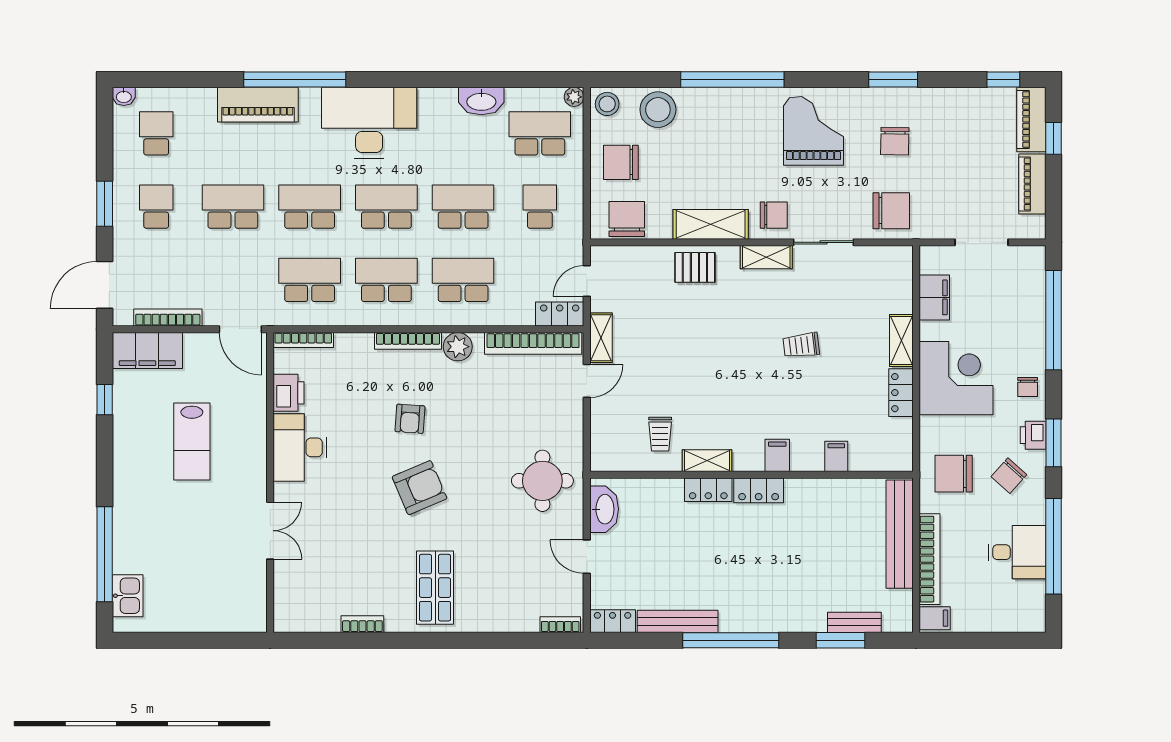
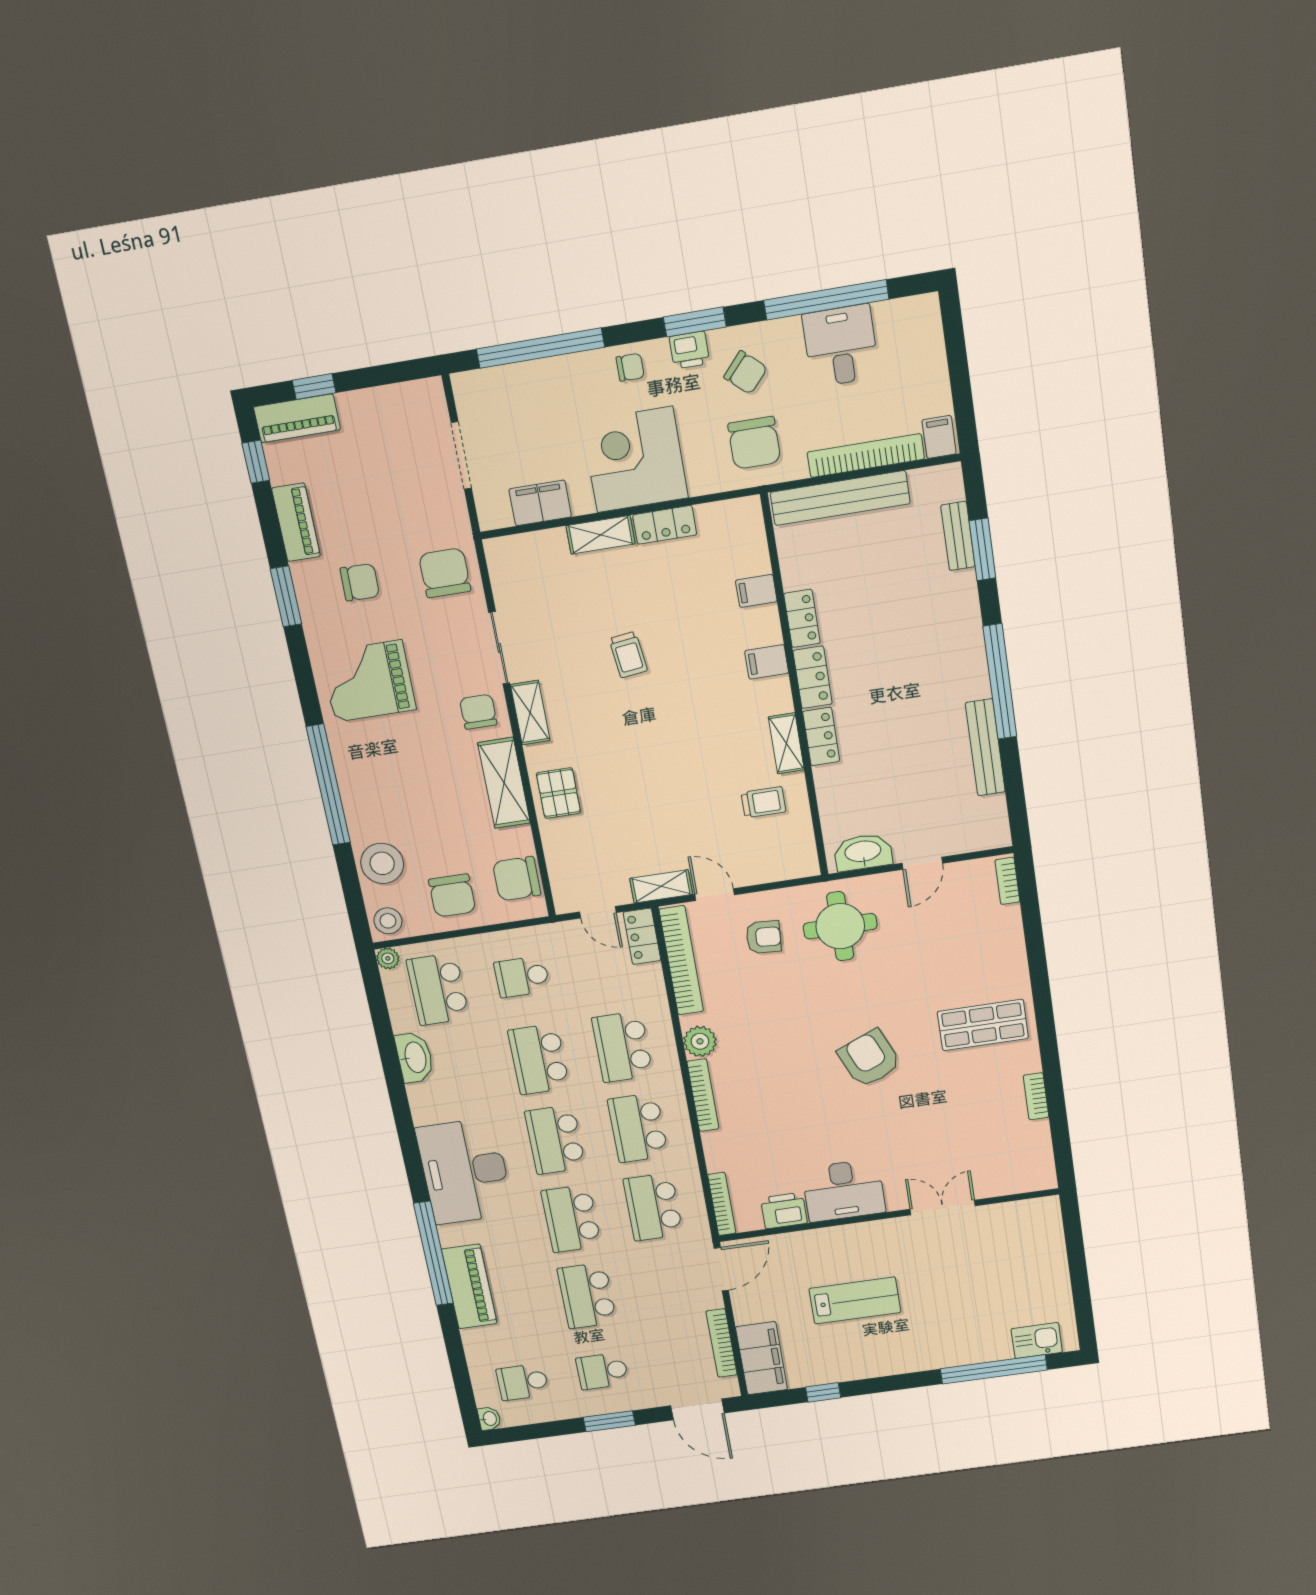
piano: (1032, 184) -> (296, 522), moved, turned -90
armchair: (410, 419) -> (764, 937), moved
locker: (613, 621) -> (802, 618), moved, turned 180

